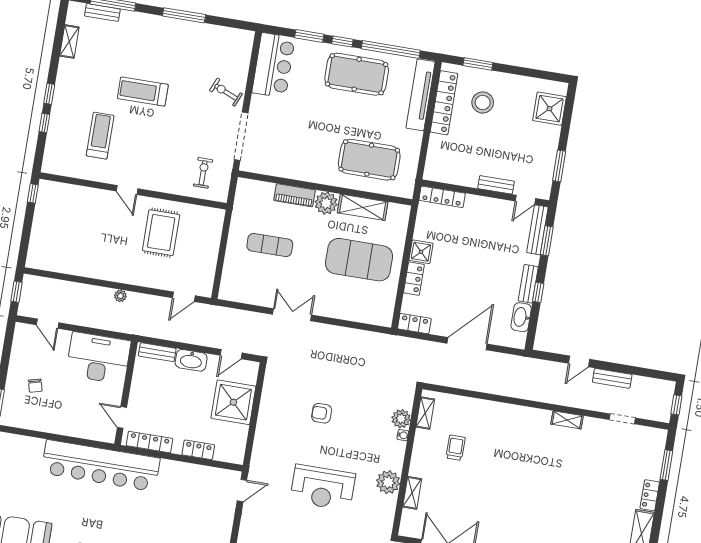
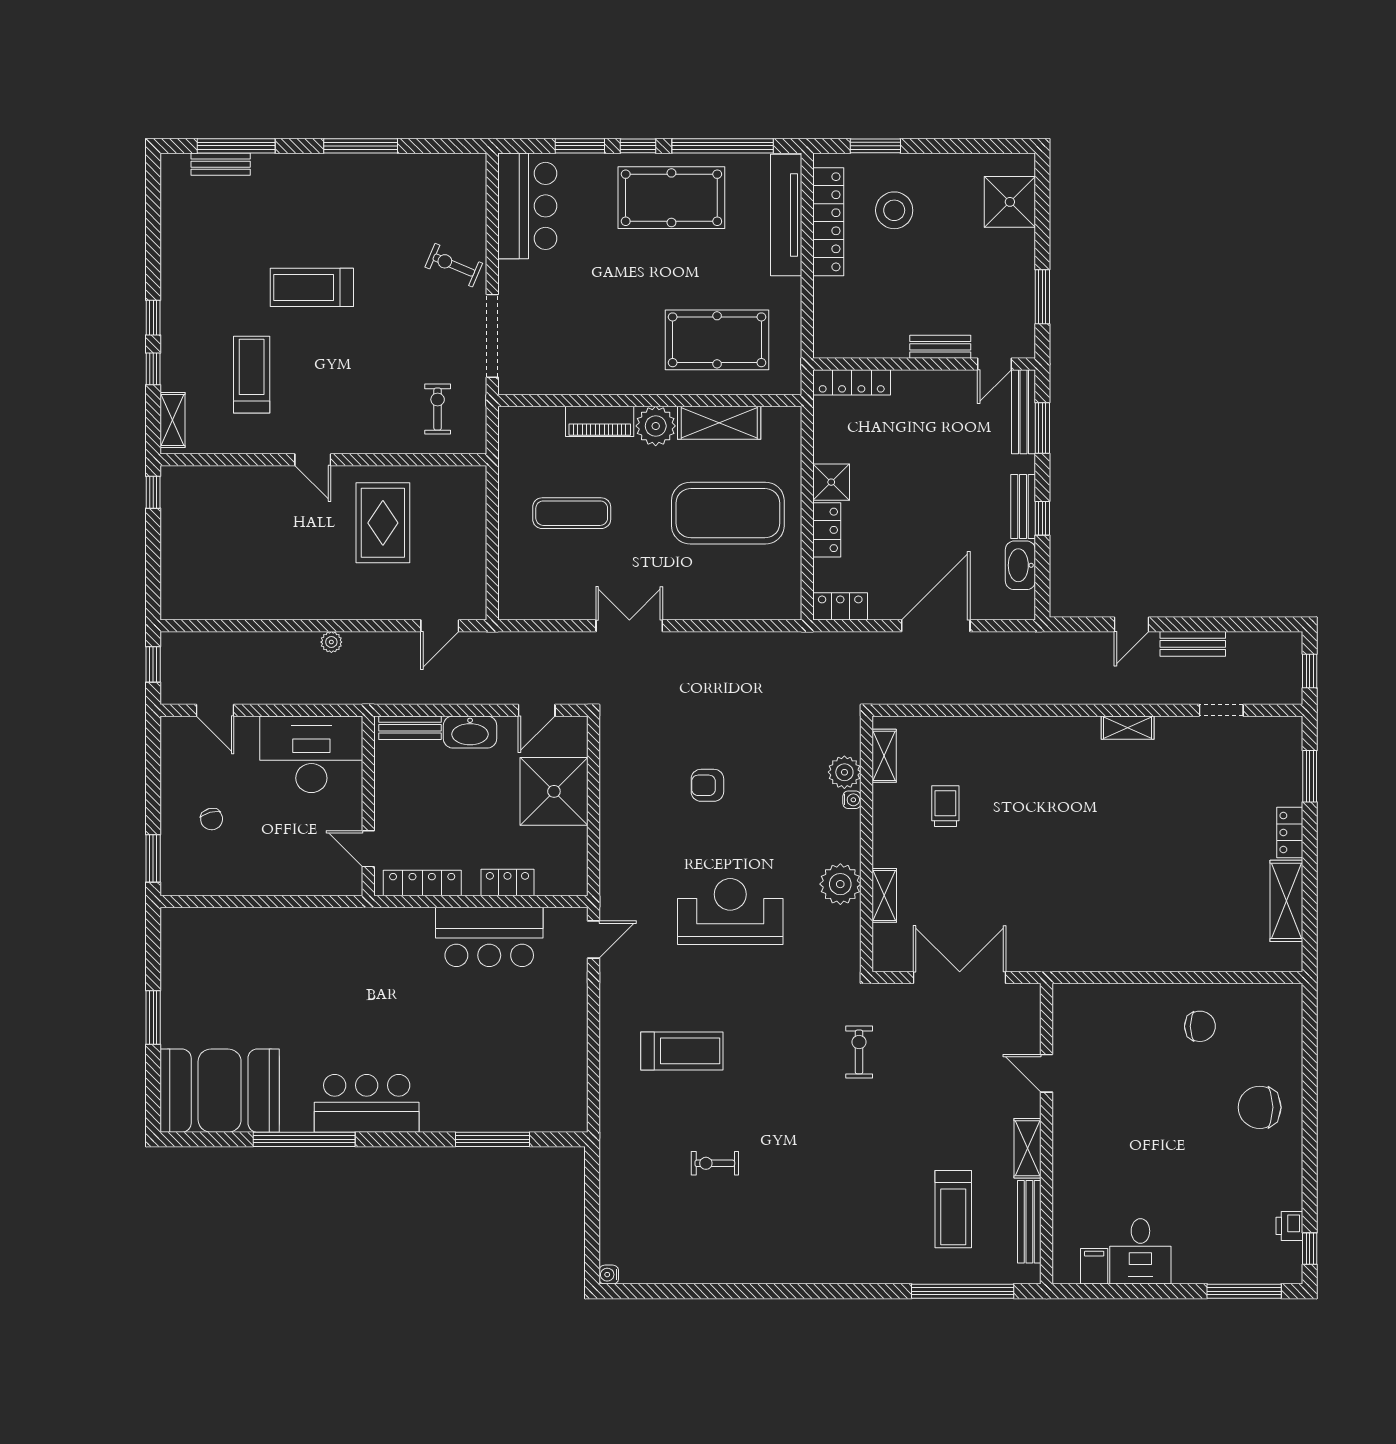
shelving: (69, 41) -> (173, 420), moved
bar counter: (101, 466) -> (489, 937), moved, width x0.54
reception desk: (323, 487) -> (730, 912), turned 180

